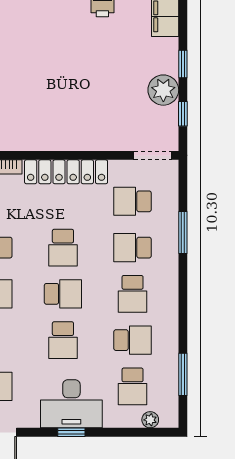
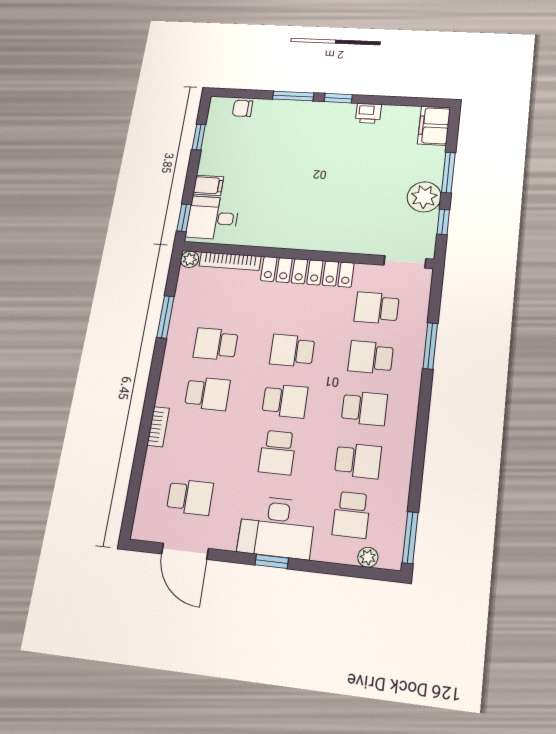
window: (183, 64) -> (448, 173), width x1.50
school desk: (63, 248) -> (292, 351), turned 90
school desk: (133, 294) -> (364, 408), turned -90
window: (183, 374) -> (410, 538), moved

